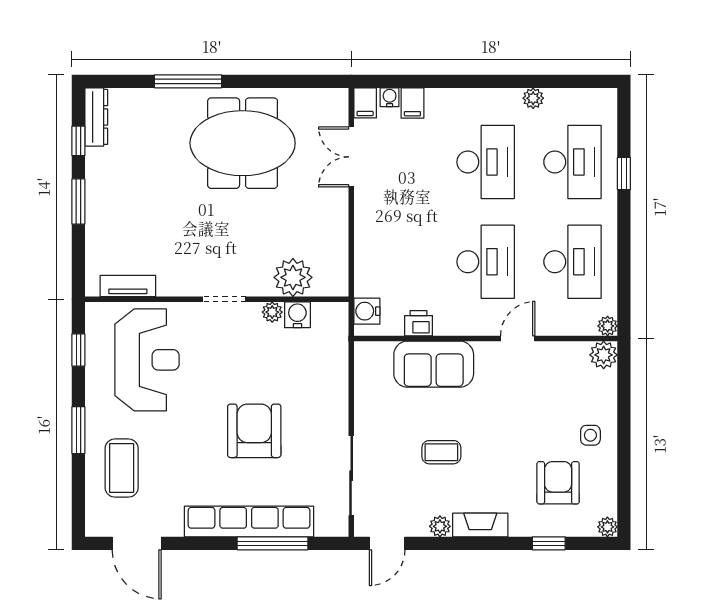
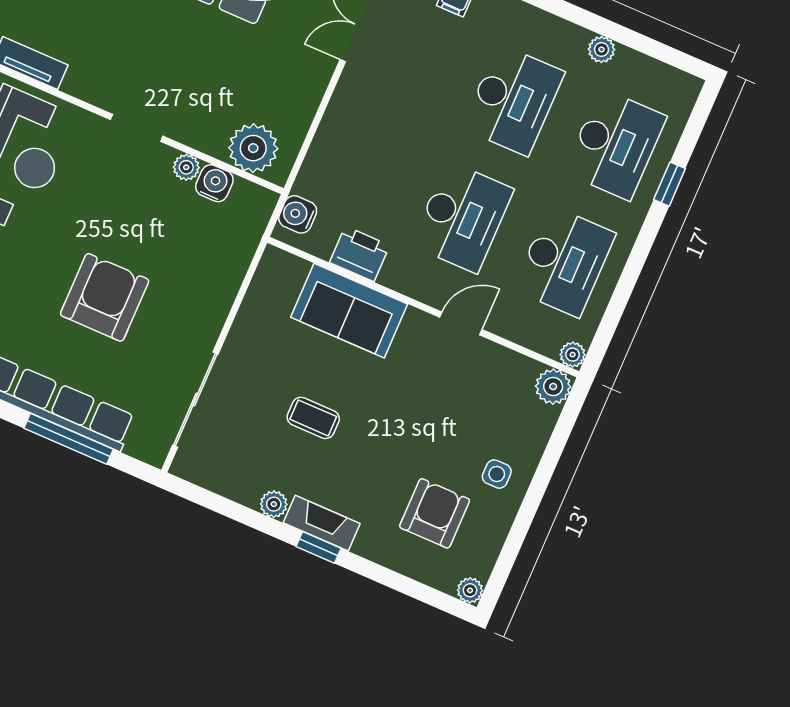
plant: (293, 277) -> (253, 148), moved
printer: (418, 323) -> (360, 254), width x1.36, depth x1.24
door: (387, 543) -> (203, 497), removed
window: (549, 543) -> (318, 547), moved

